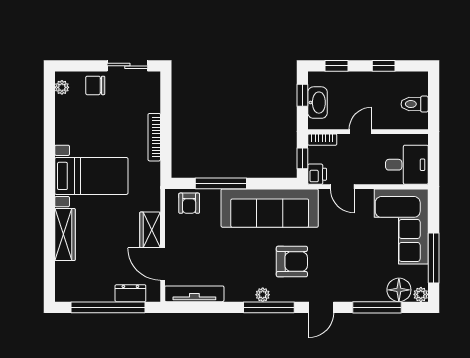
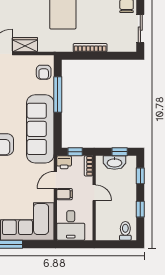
toilet: (415, 104) -> (125, 231), moved
filing cabinet: (362, 174) -> (65, 194), added
armchair: (189, 203) -> (44, 72), turned -90

